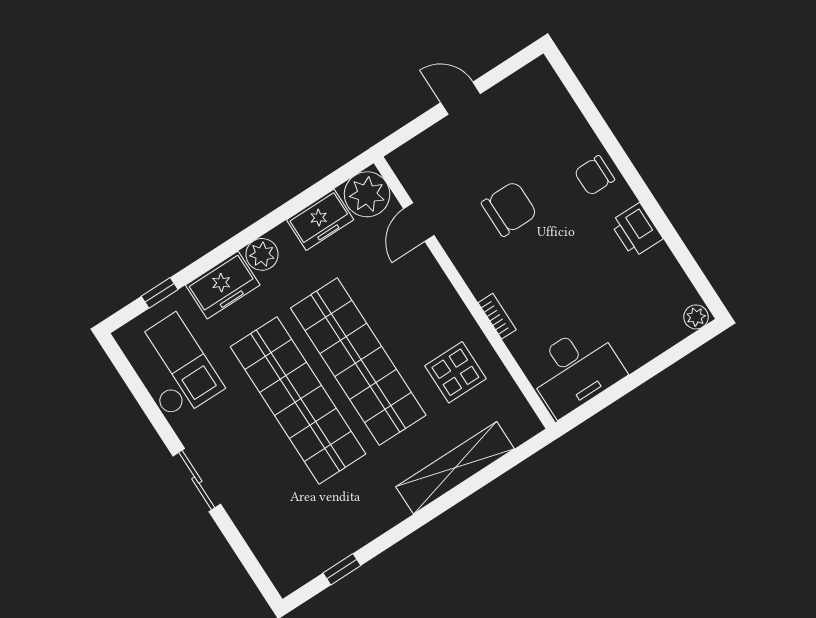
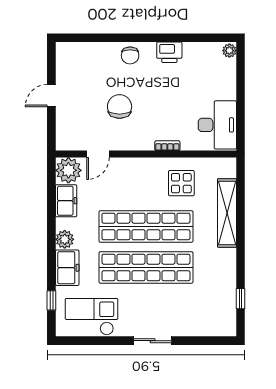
door: (419, 222) -> (98, 154), hinge flipped

